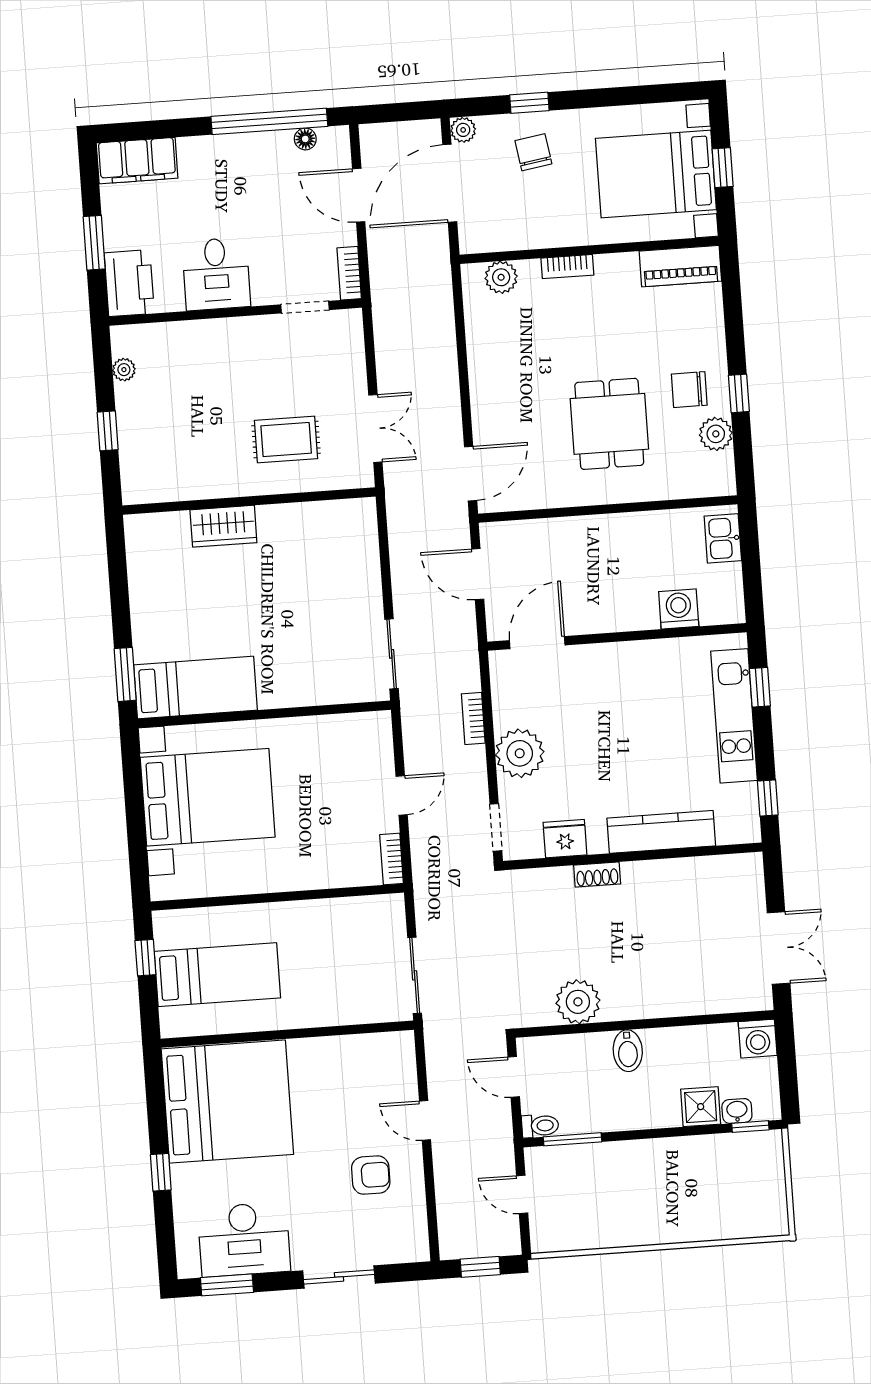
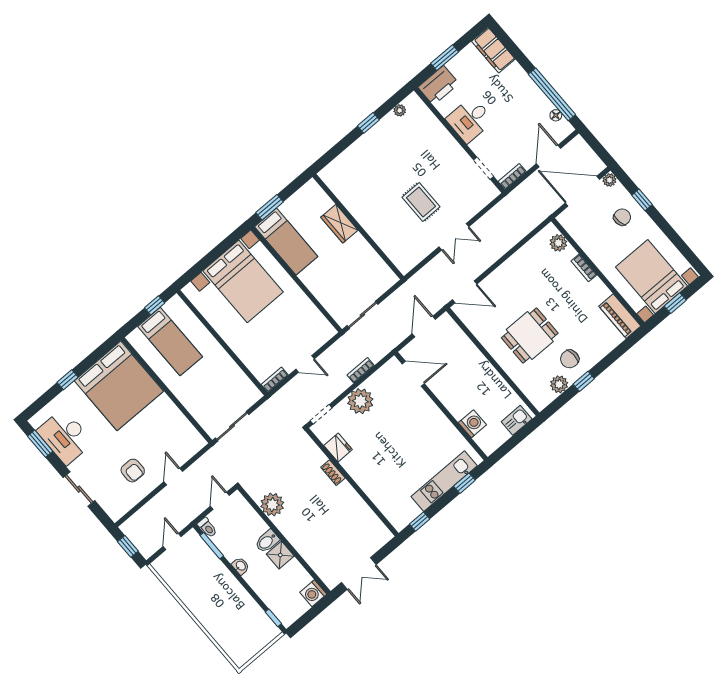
chair: (689, 390) -> (570, 359), turned -93
wall: (249, 501) -> (358, 227), moved
wardrobe: (223, 526) -> (339, 224), moved
kitchen counter: (661, 832) -> (371, 487), removed
shower: (701, 1107) -> (280, 555), moved
washbasin: (737, 1111) -> (241, 566), moved

